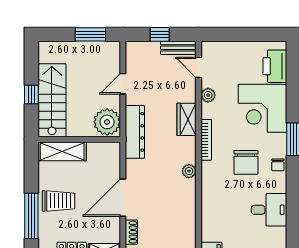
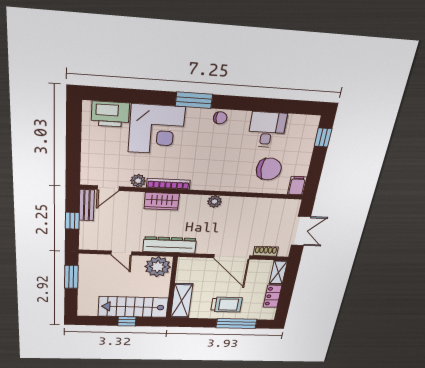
bookcase: (206, 140) -> (168, 184), moved
chair: (246, 162) -> (269, 169), moved
trolley: (58, 201) -> (226, 305), turned 90

